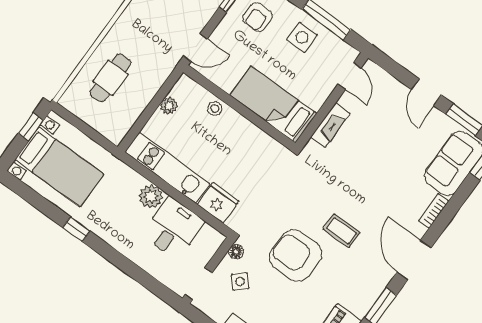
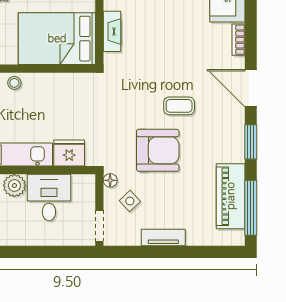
bed: (273, 104) -> (57, 39), width x1.50
armchair: (296, 255) -> (158, 150), turned 180

